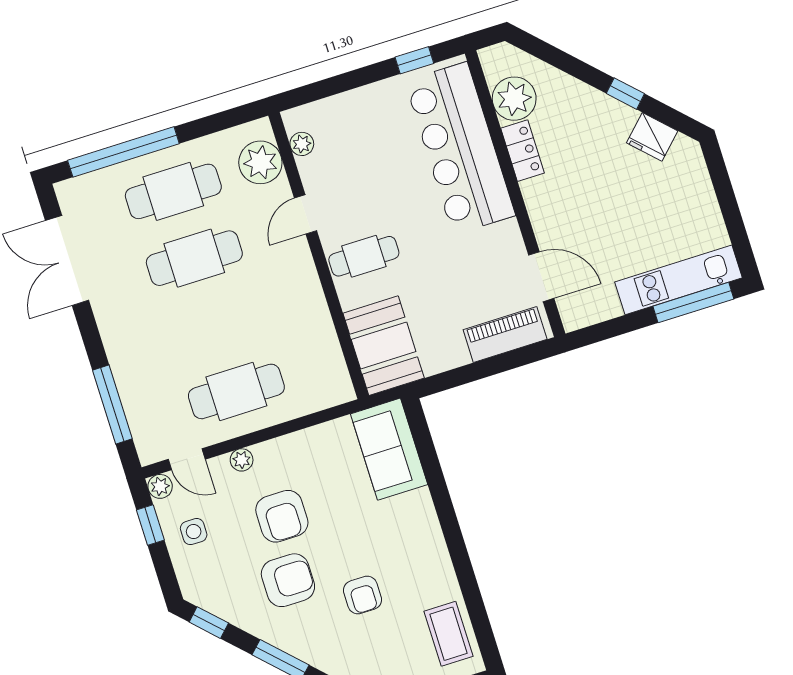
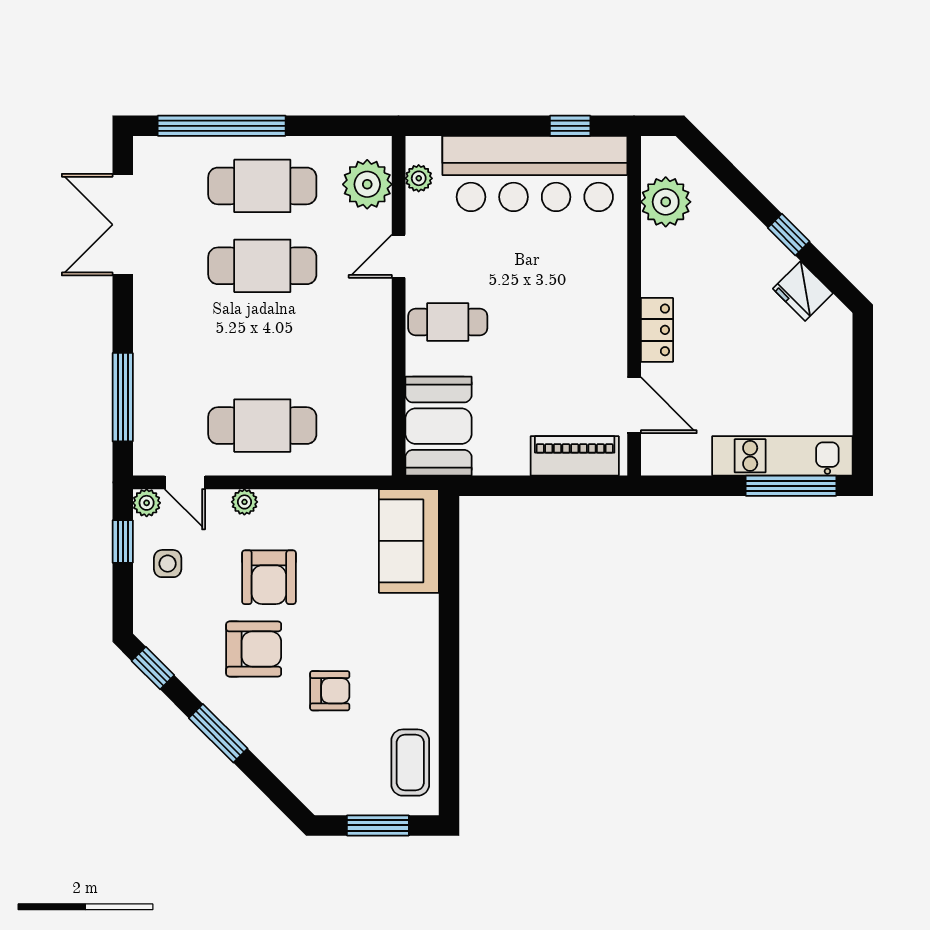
bar counter: (460, 148) -> (535, 174), moved, turned -90
locker: (523, 151) -> (657, 330), moved
armchair: (363, 595) -> (330, 691), turned -90

